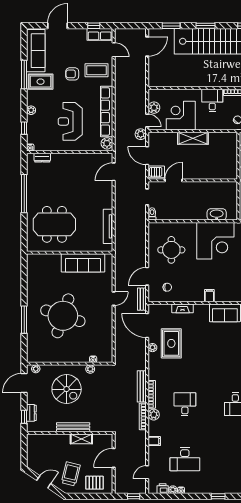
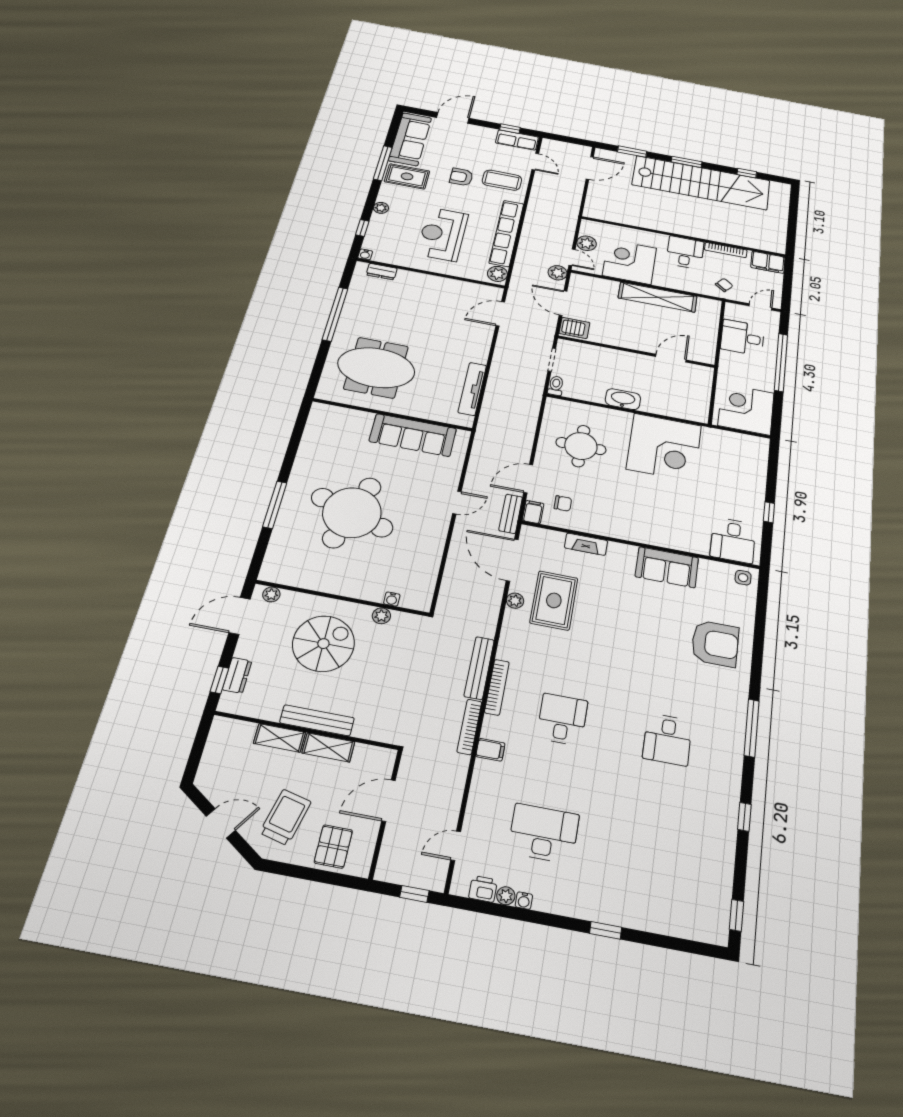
shelving: (193, 138) -> (658, 297), width x1.47
door: (173, 180) -> (671, 358), moved
washbasin: (217, 214) -> (623, 399), moved
filing cabinet: (209, 296) -> (533, 512), moved
spiral stairs: (67, 389) -> (323, 644), turned -90
plant: (154, 415) -> (493, 728), removed
shelving: (59, 439) -> (279, 738), added
filing cabinet: (154, 441) -> (490, 750), moved
desk: (185, 459) -> (544, 833), turned 180
pallet: (94, 483) -> (333, 846), turned 90

